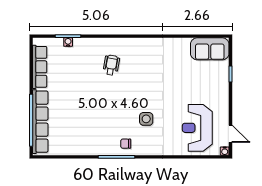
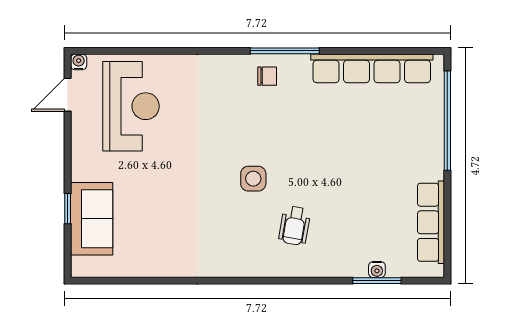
sofa: (210, 49) -> (92, 219), moved, turned 90
side table: (146, 119) -> (253, 179), moved
row of seats: (40, 122) -> (372, 68), moved, turned -90
door: (230, 134) -> (68, 95), hinge flipped

